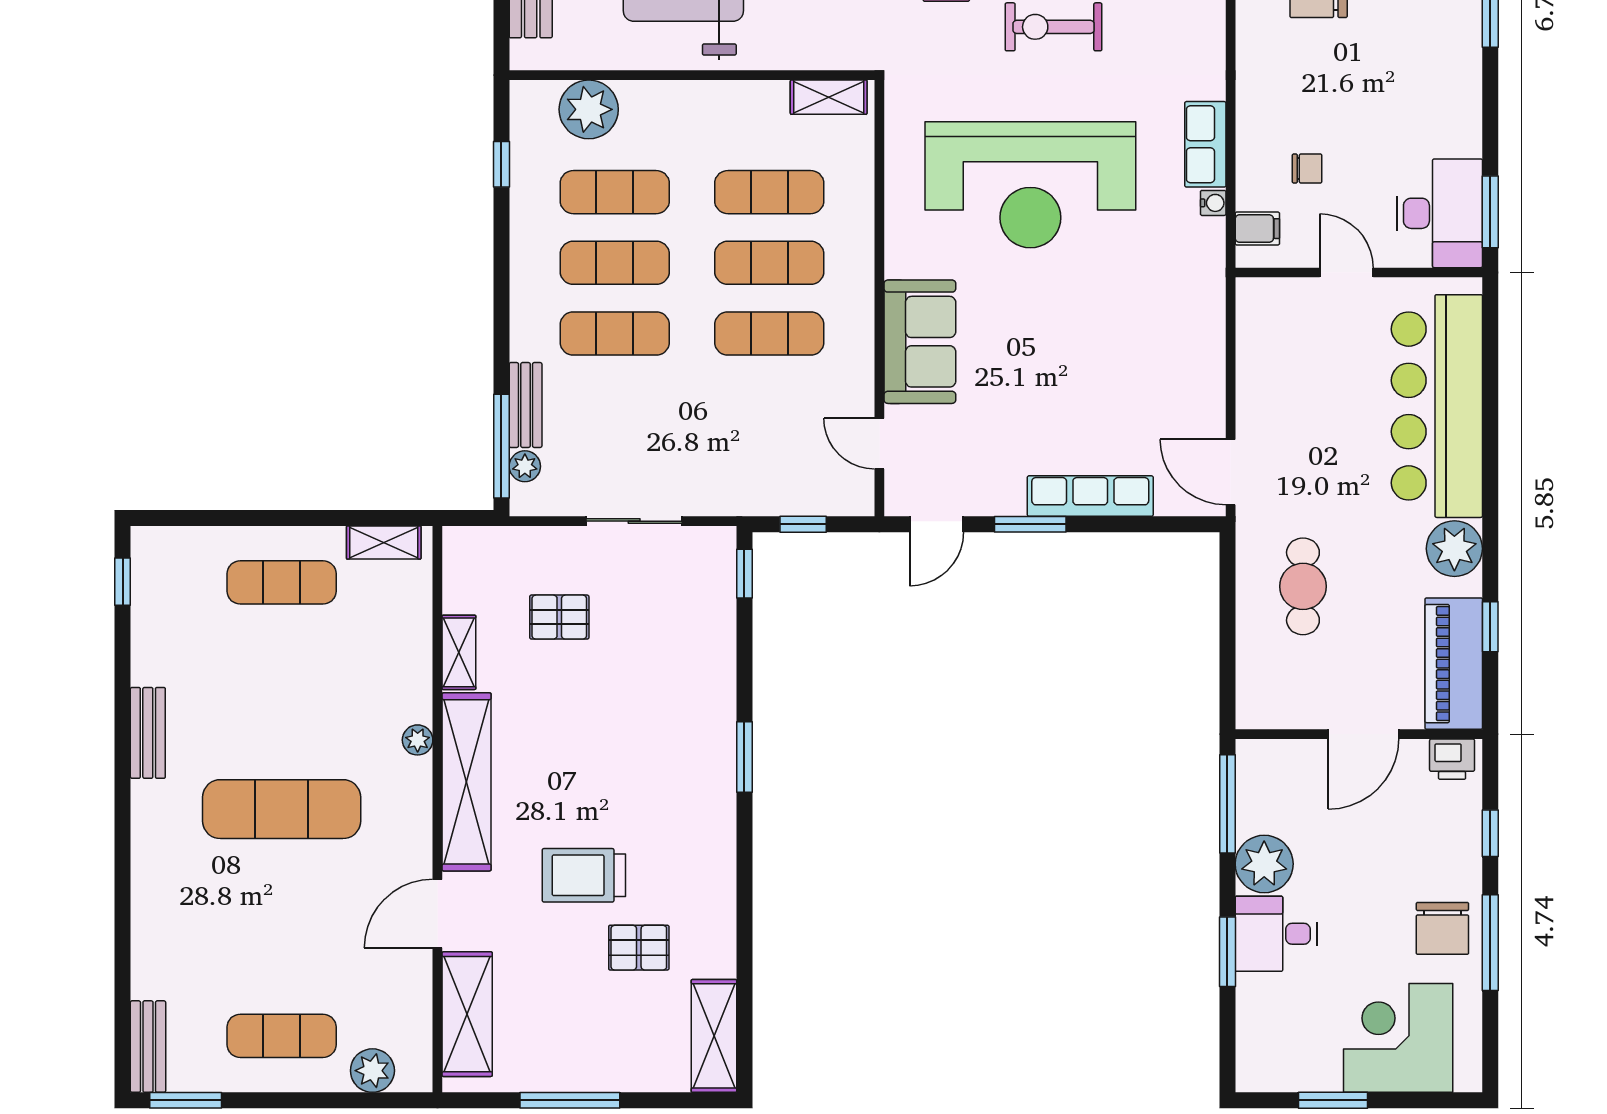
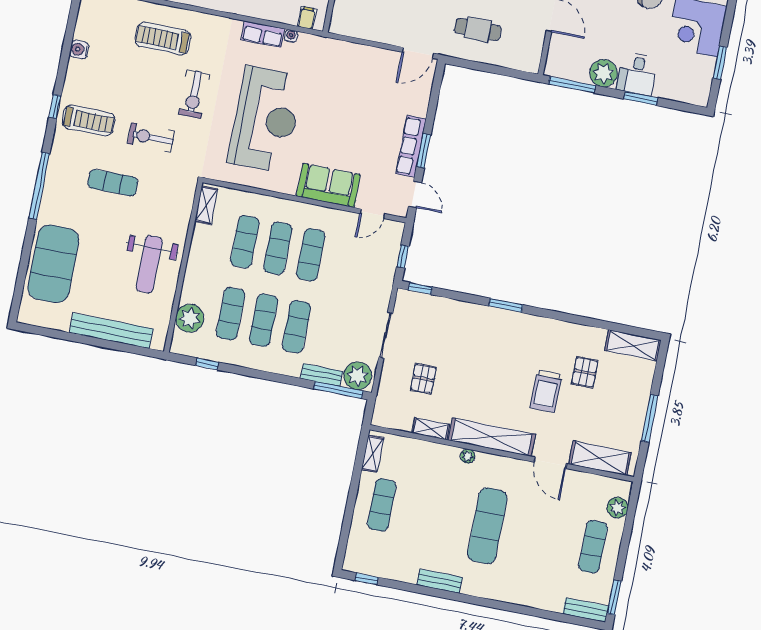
plant: (525, 466) -> (358, 376), width x1.87, depth x1.87
row of seats: (1090, 496) -> (411, 146), moved

